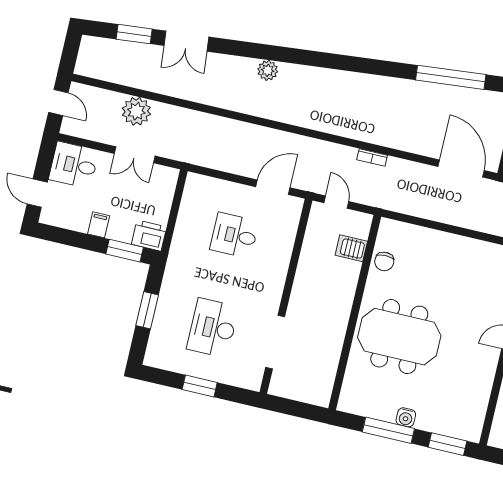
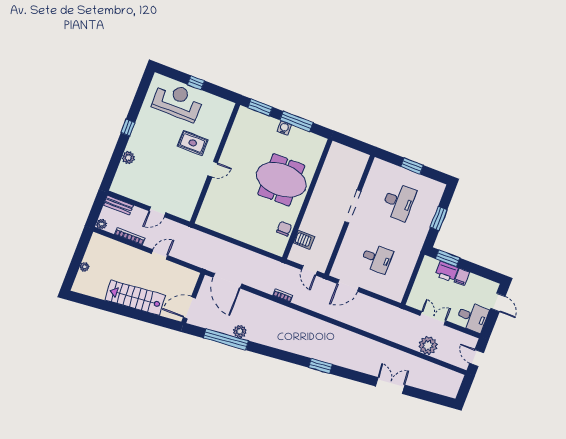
window: (134, 34) -> (320, 366), moved
plant: (268, 70) -> (240, 331), moved
printer: (149, 236) -> (446, 272), moved
doorway: (275, 342) -> (353, 206), moved

